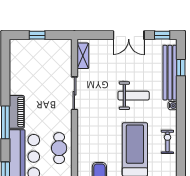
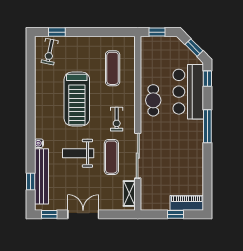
exercise mat: (101, 92) -> (111, 157), added
sliding door: (74, 93) -> (138, 156), width x1.37
piano: (17, 112) -> (187, 203), moved, turned 90
exercise bike: (167, 142) -> (117, 119), moved

